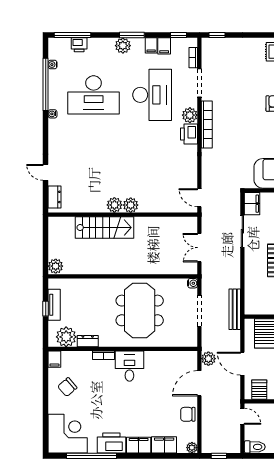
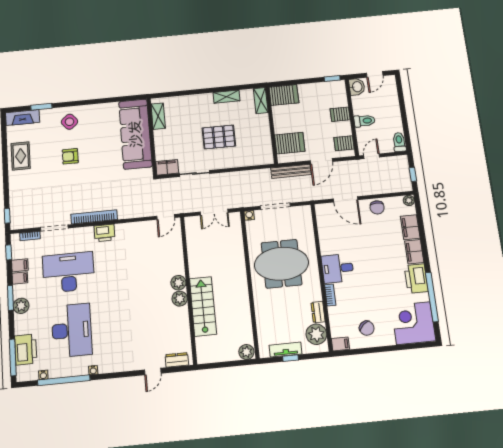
printer: (79, 45) -> (26, 349), width x1.87, depth x1.48
plant: (190, 115) -> (86, 234), removed
bench: (235, 309) -> (291, 171), moved
plant: (208, 359) -> (320, 193), removed

